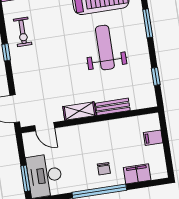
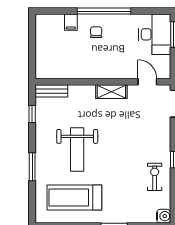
bench: (113, 107) -> (51, 91), moved
filing cabinet: (153, 138) -> (44, 55), removed
filing cabinet: (137, 174) -> (71, 22), width x0.50

